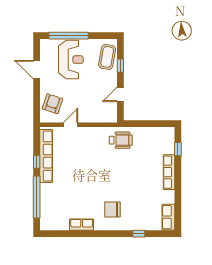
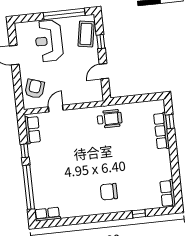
window: (69, 36) -> (64, 14), moved
reception desk: (71, 60) -> (49, 41), turned 180
row of seats: (46, 156) -> (32, 130), width x0.50
row of seats: (169, 172) -> (162, 131), moved
row of seats: (82, 225) -> (47, 214), moved

